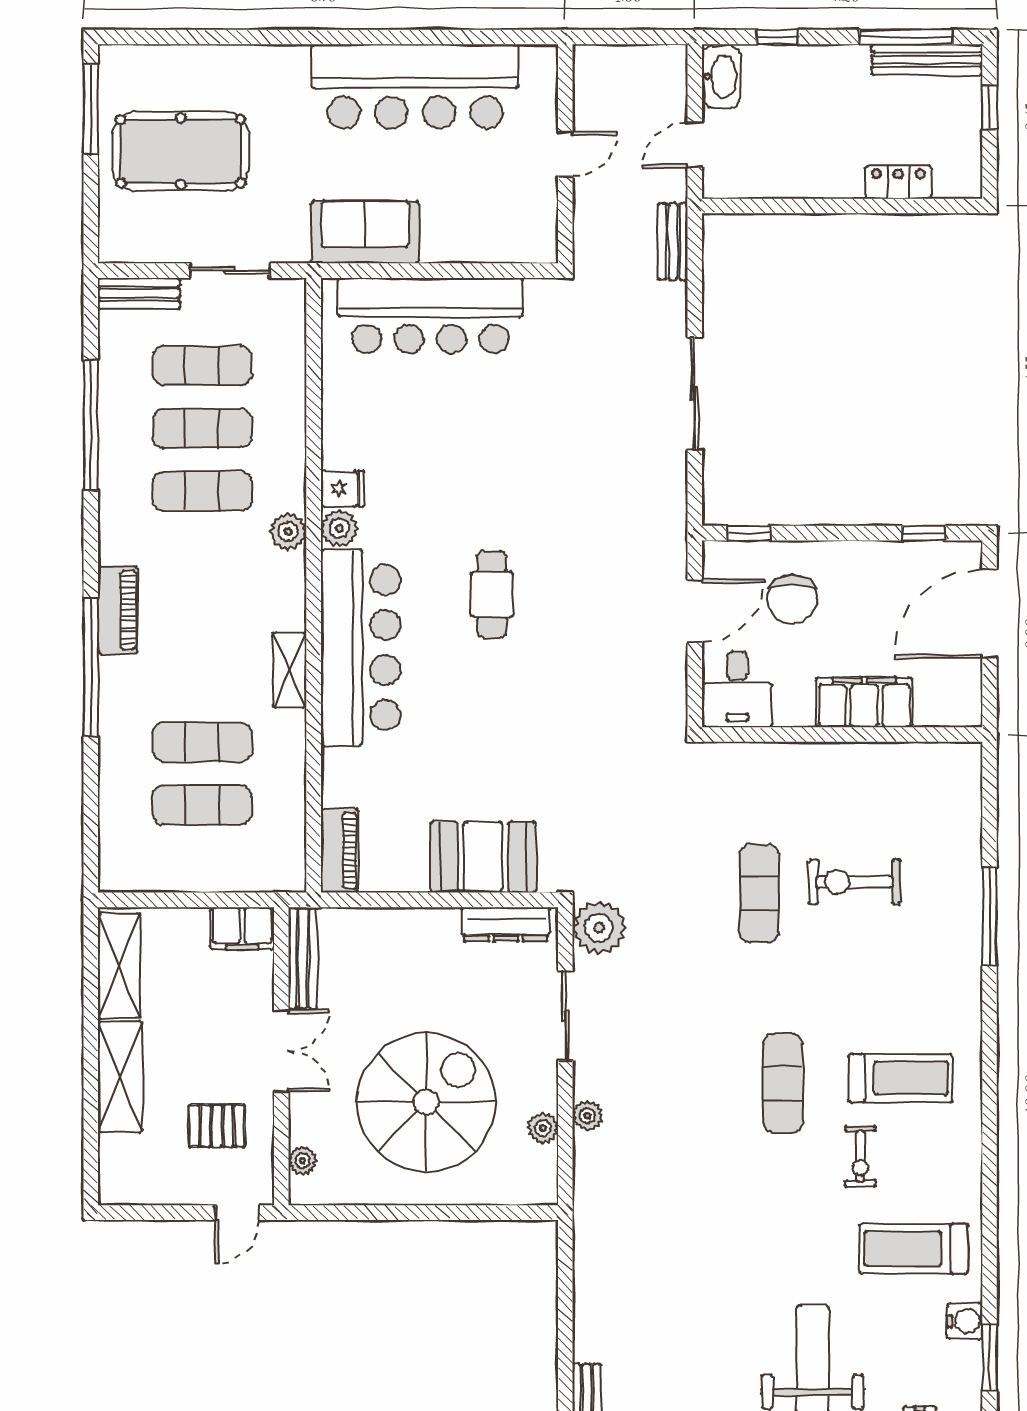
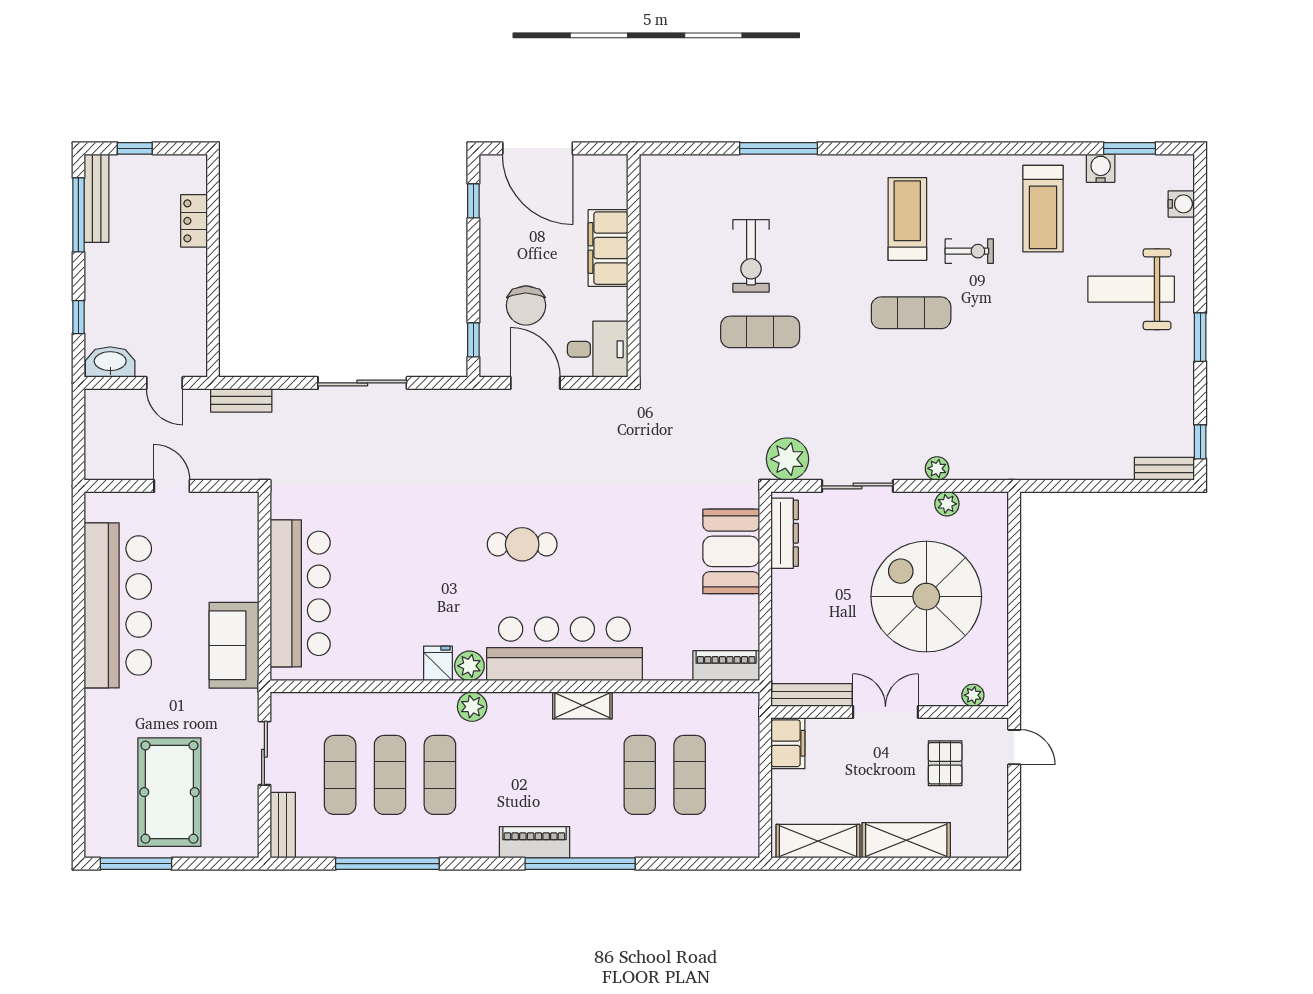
chair: (792, 599) -> (526, 305), turned 90

